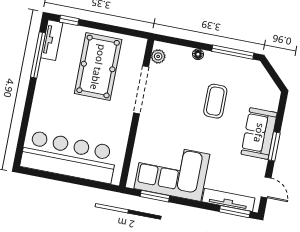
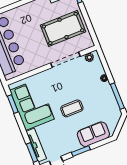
coffee table: (215, 101) -> (72, 108), moved
sofa: (259, 133) -> (93, 134), moved

